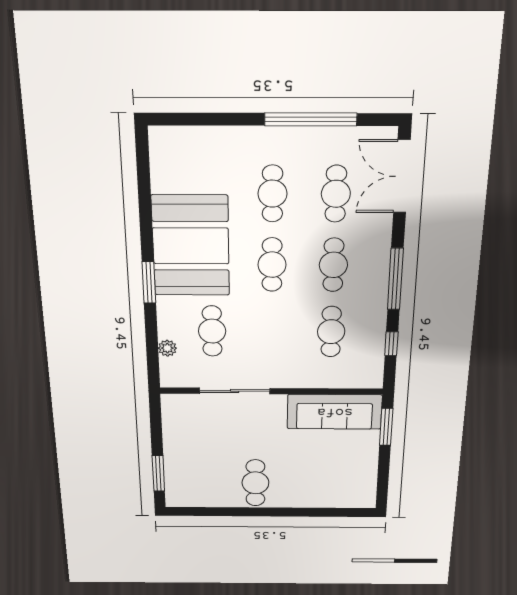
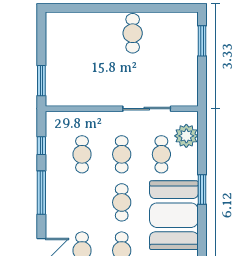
cafe table: (333, 265) -> (122, 154), moved
plant: (167, 348) -> (186, 136), width x1.87, depth x1.87
sofa: (335, 412) -> (78, 93), removed

